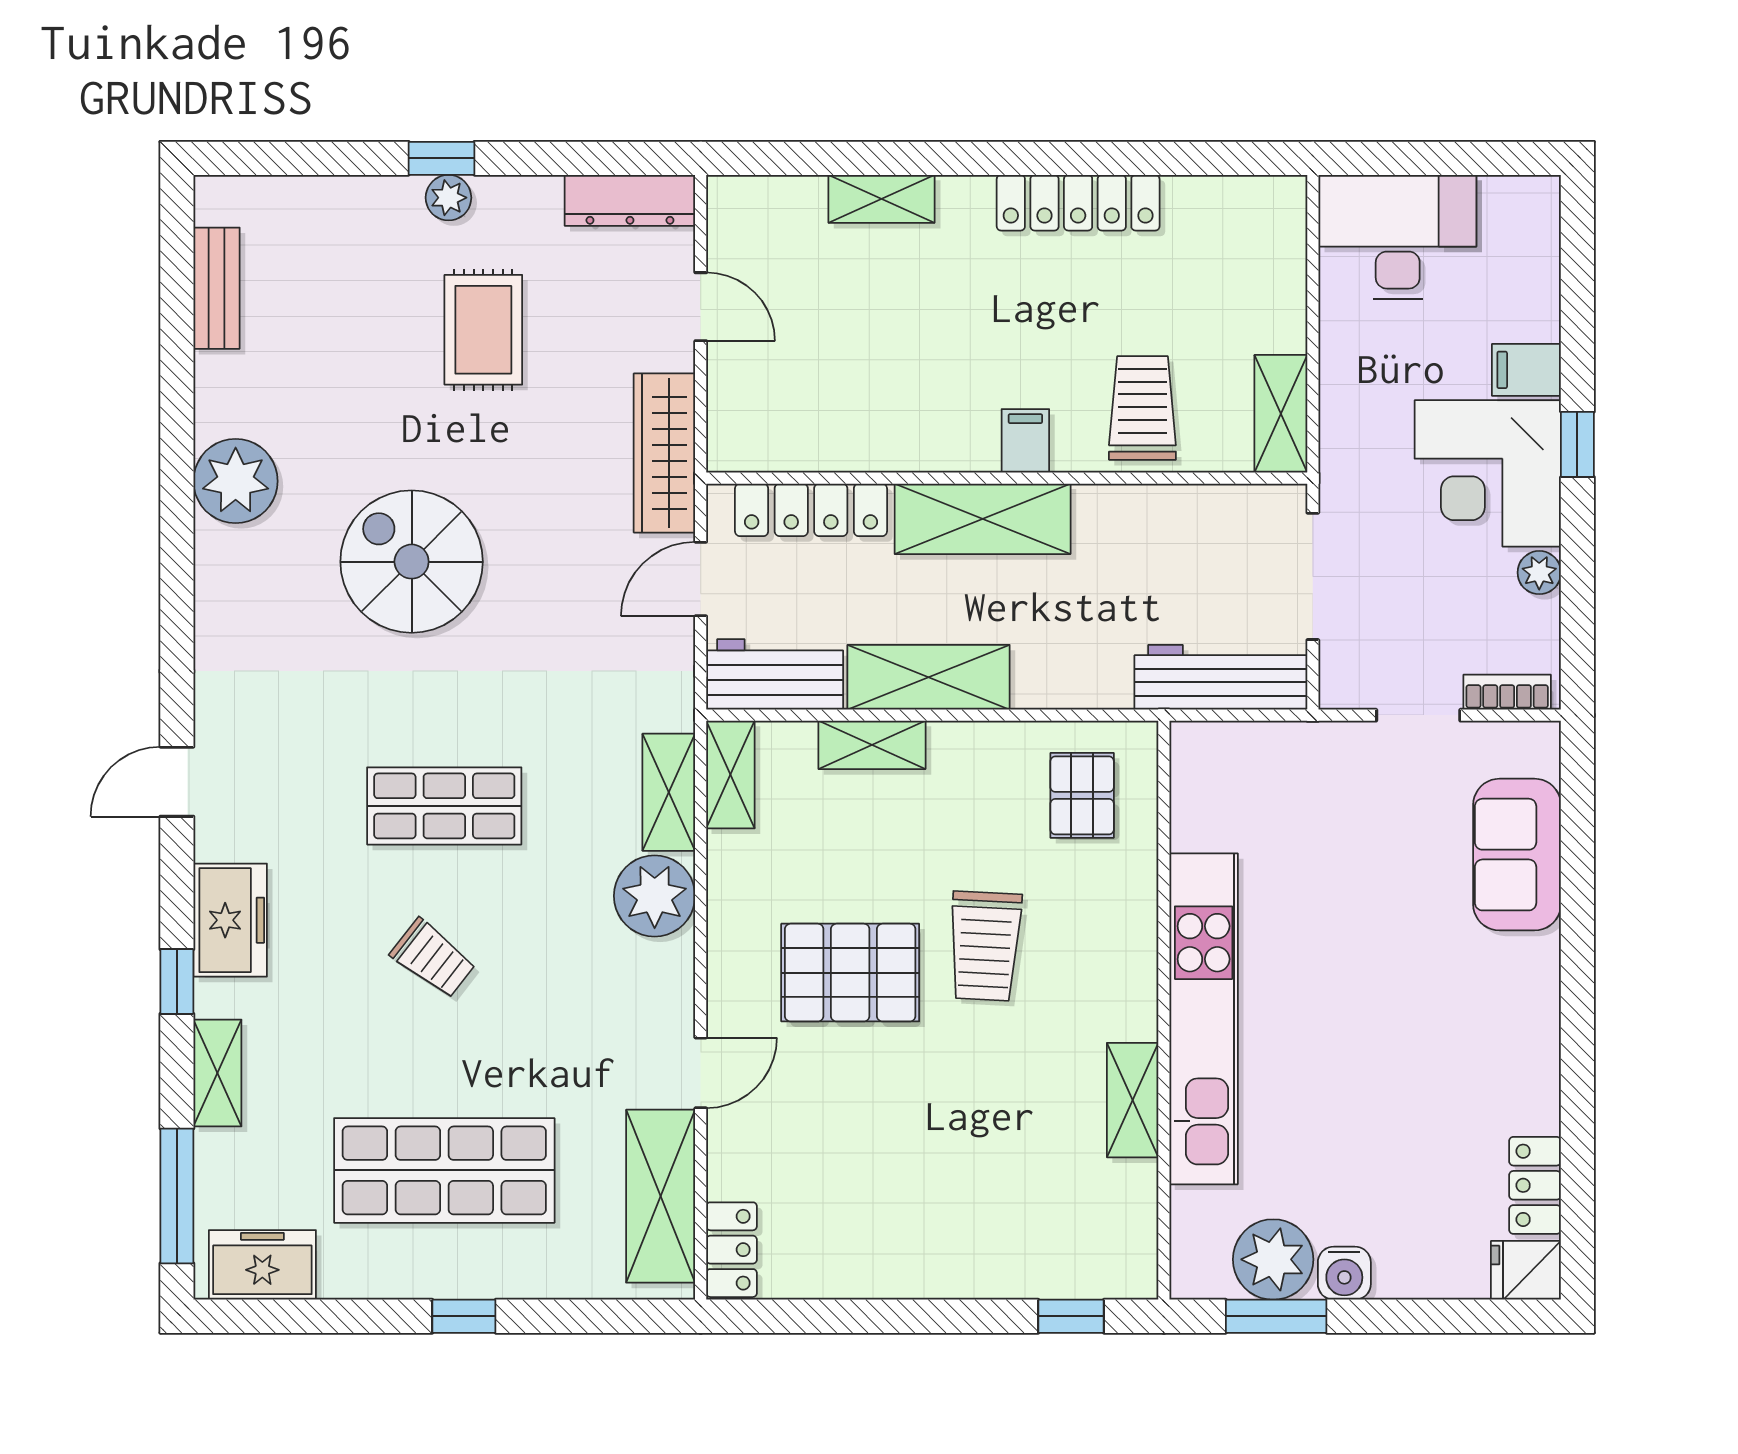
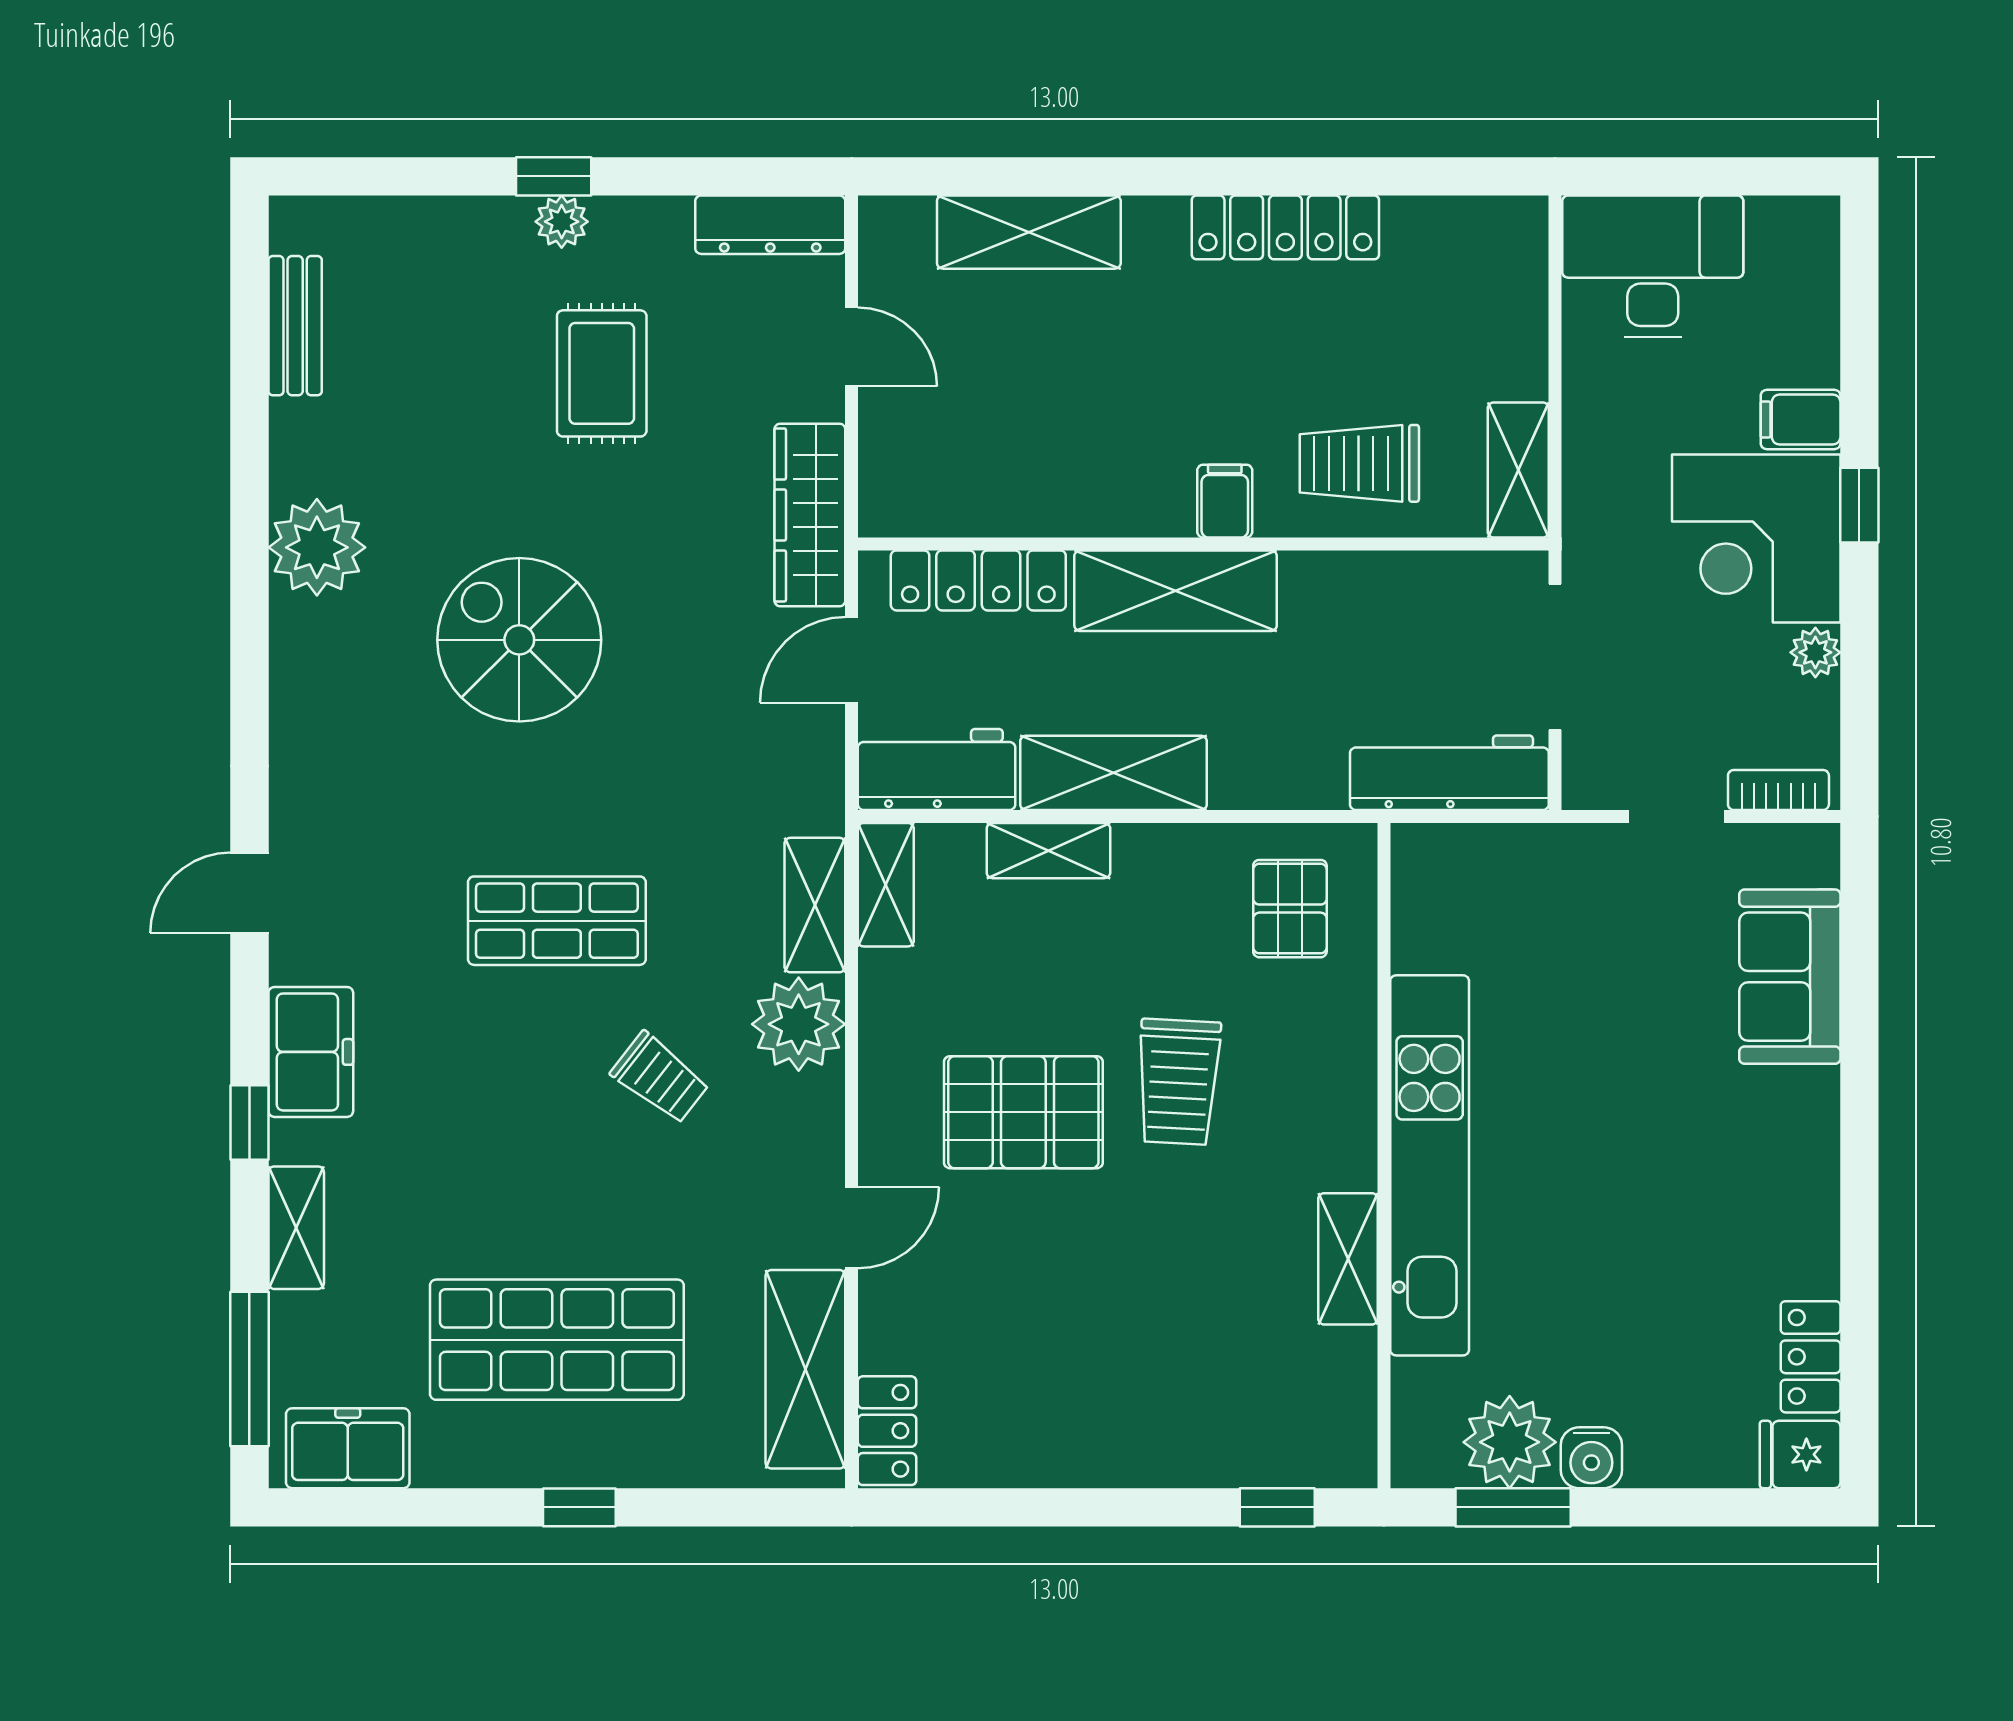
shelving: (882, 199) -> (1029, 232), width x1.50, depth x1.33
trolley: (1142, 408) -> (1359, 463), turned -90
trolley: (433, 958) -> (660, 1078), moved

